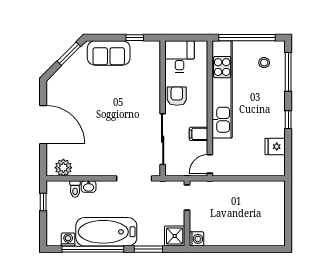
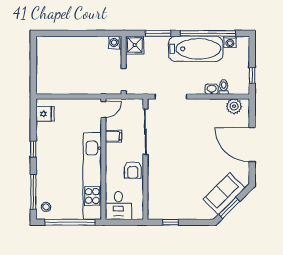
sofa: (109, 53) -> (224, 194), moved, turned -45
desk: (180, 57) -> (118, 205), moved
stool: (264, 63) -> (46, 207), moved
fridge: (275, 147) -> (45, 114), moved

